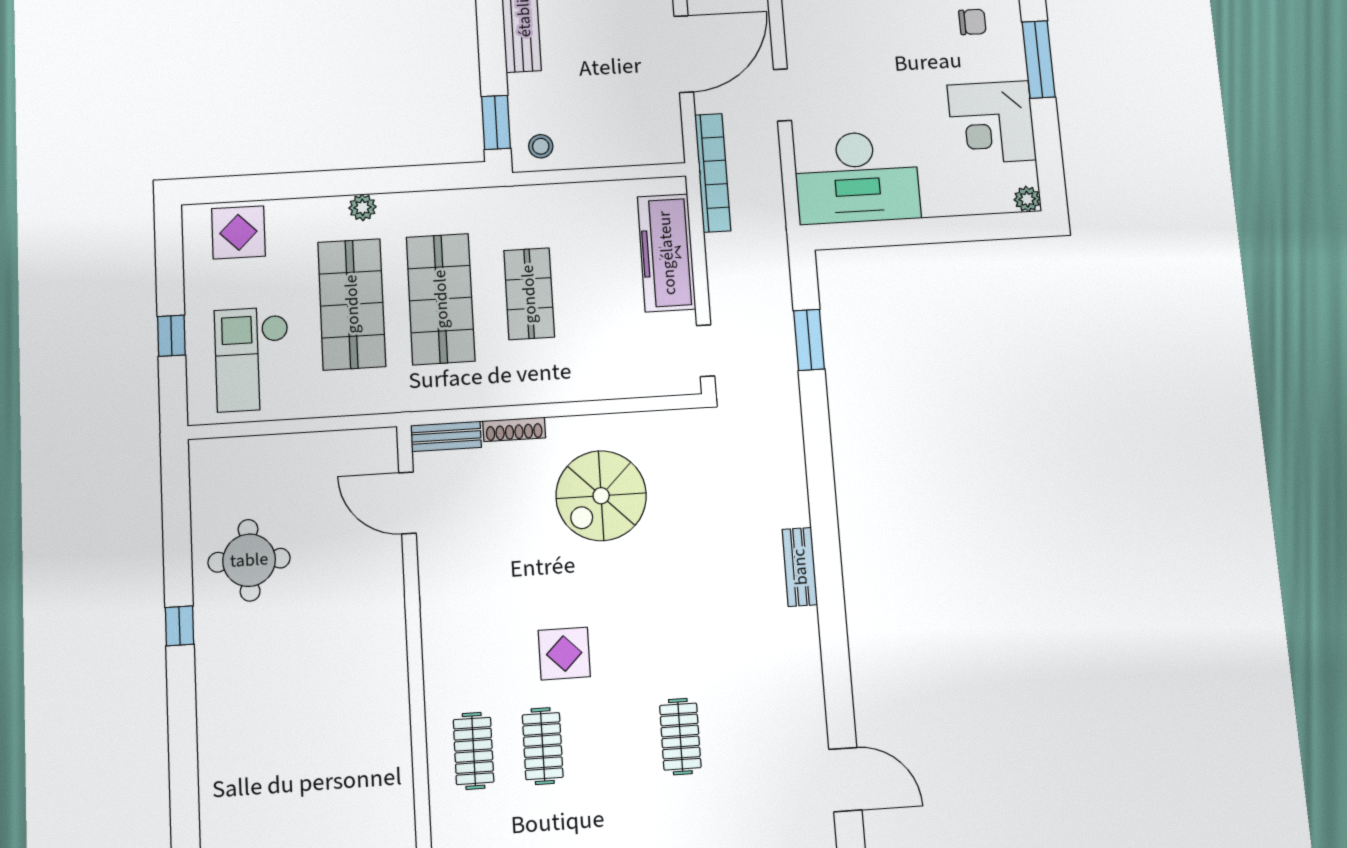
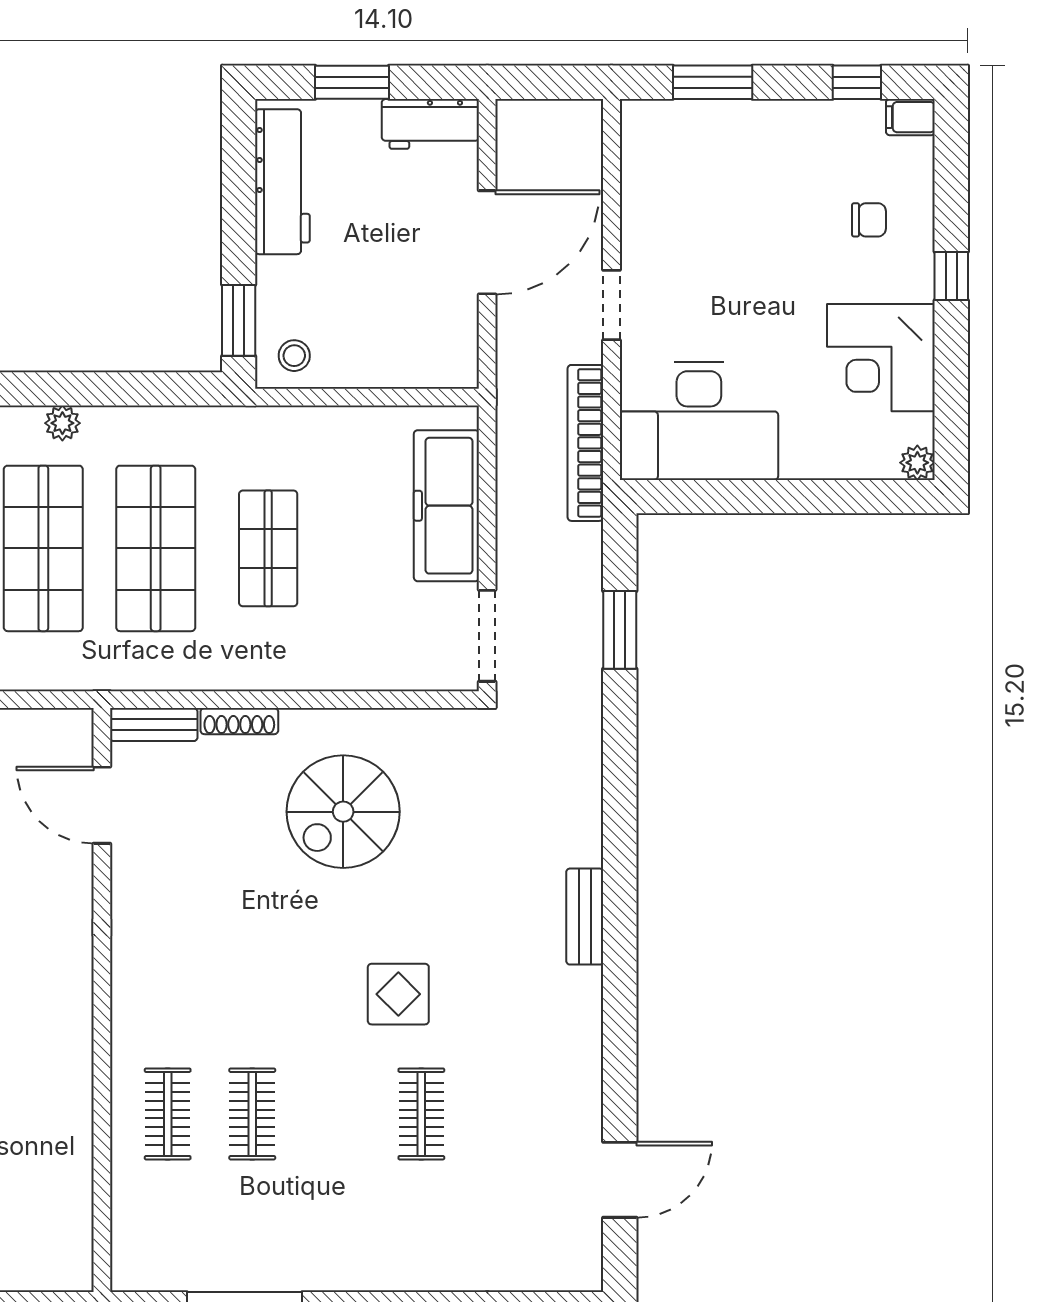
window: (1039, 59) -> (951, 276), width x0.46
bookcase: (713, 173) -> (585, 443), moved, turned 180
doorway: (706, 351) -> (487, 636), width x1.38
display table: (564, 654) -> (398, 994), moved
door: (845, 780) -> (620, 1180), hinge flipped

